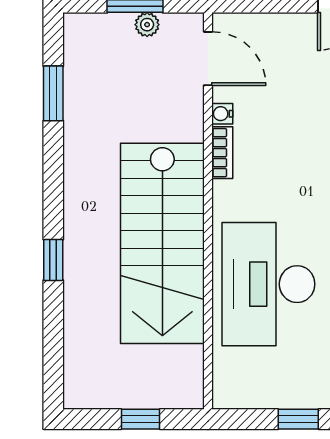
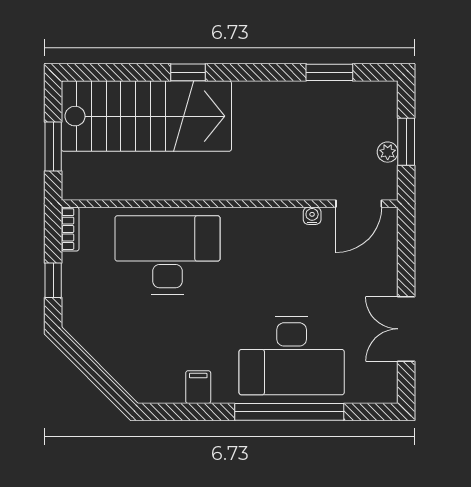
bookcase: (222, 153) -> (70, 229), moved, turned -90
stairs: (162, 243) -> (146, 116), moved, turned 180
window: (140, 419) -> (53, 146), width x1.50

